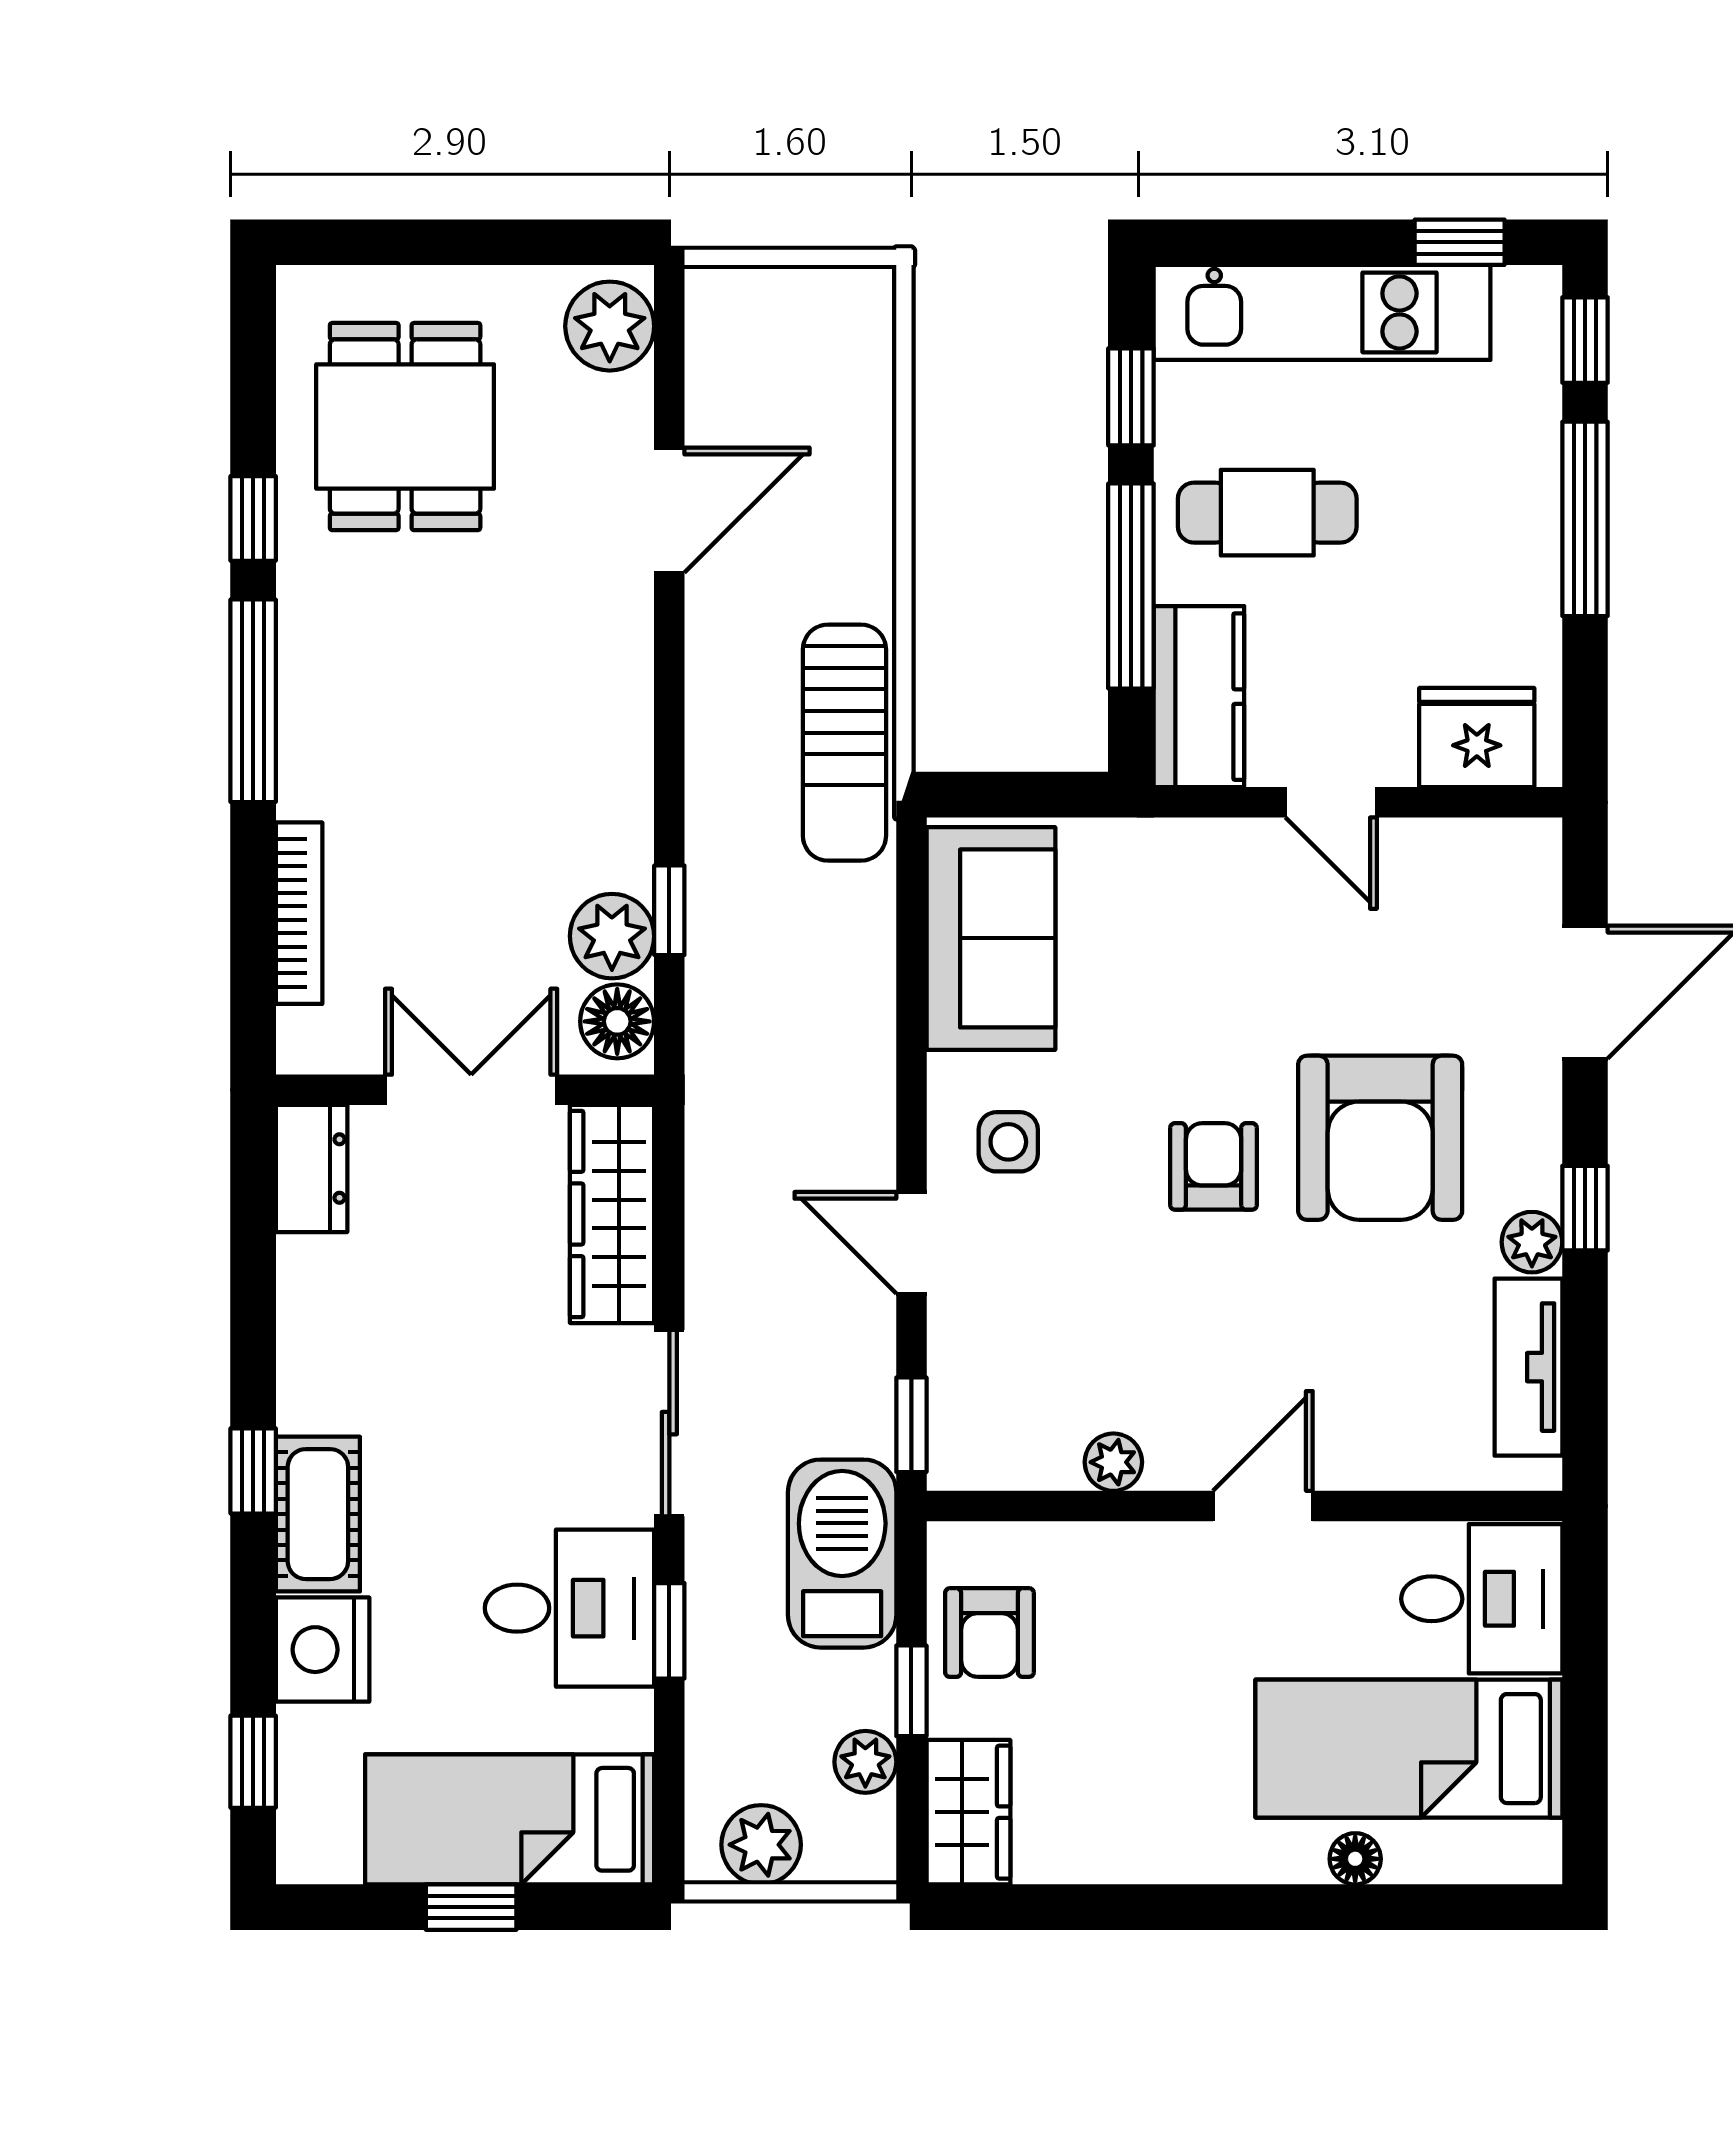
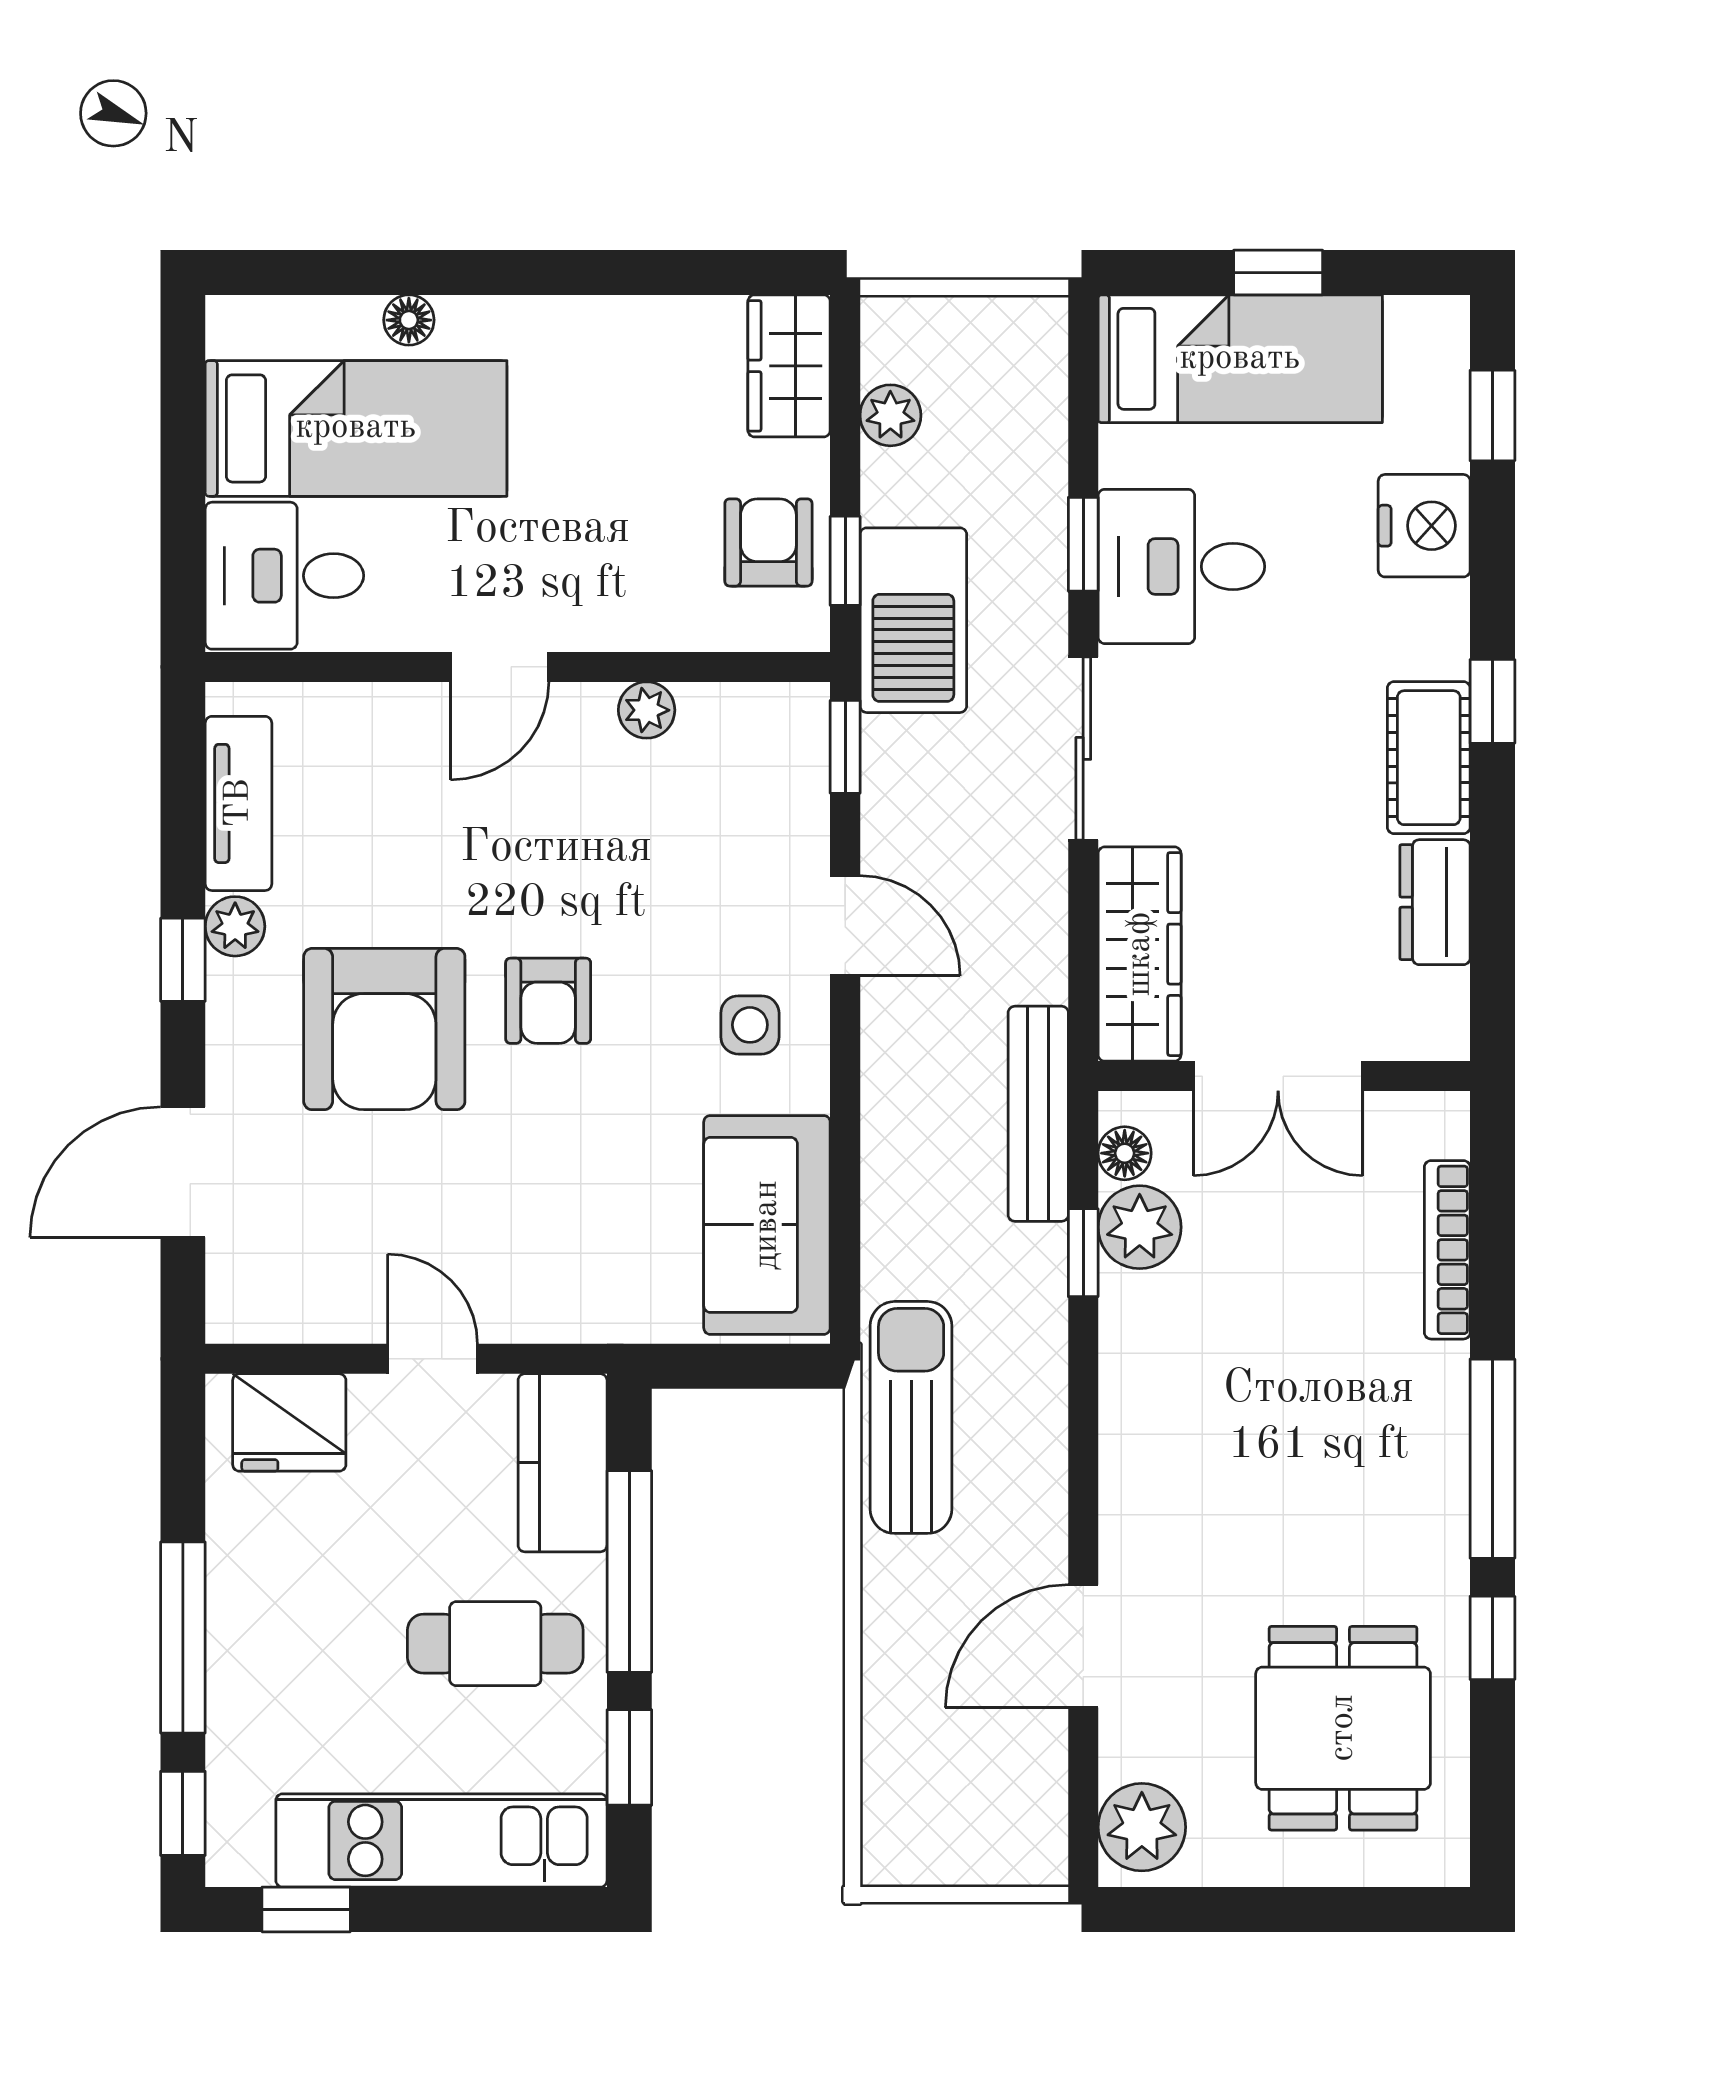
floor lamp: (617, 1021) -> (1125, 1153), width x0.73, depth x0.73
bench: (715, 1052) -> (1038, 1114), added
armchair: (1380, 1138) -> (384, 1029), turned 180
dresser: (312, 1169) -> (1435, 902), moved
cot: (318, 1514) -> (1429, 758), moved
window: (911, 1691) -> (845, 561), moved
plant: (761, 1845) -> (993, 334), removed

